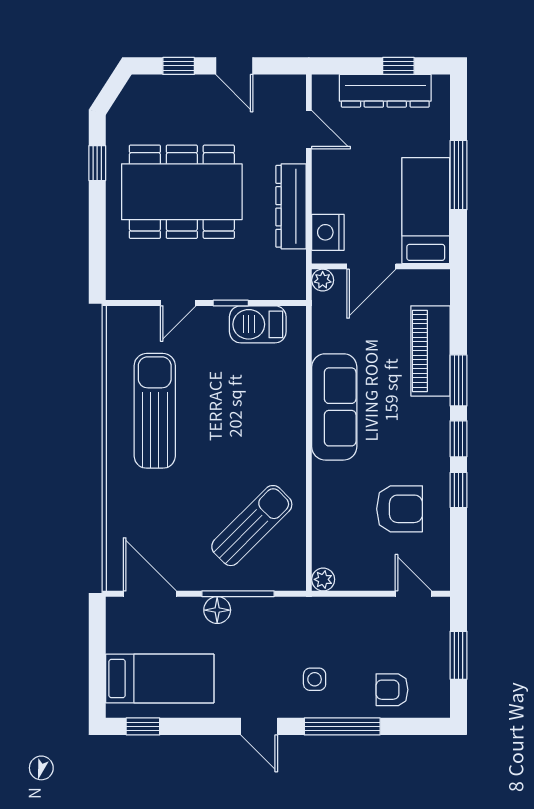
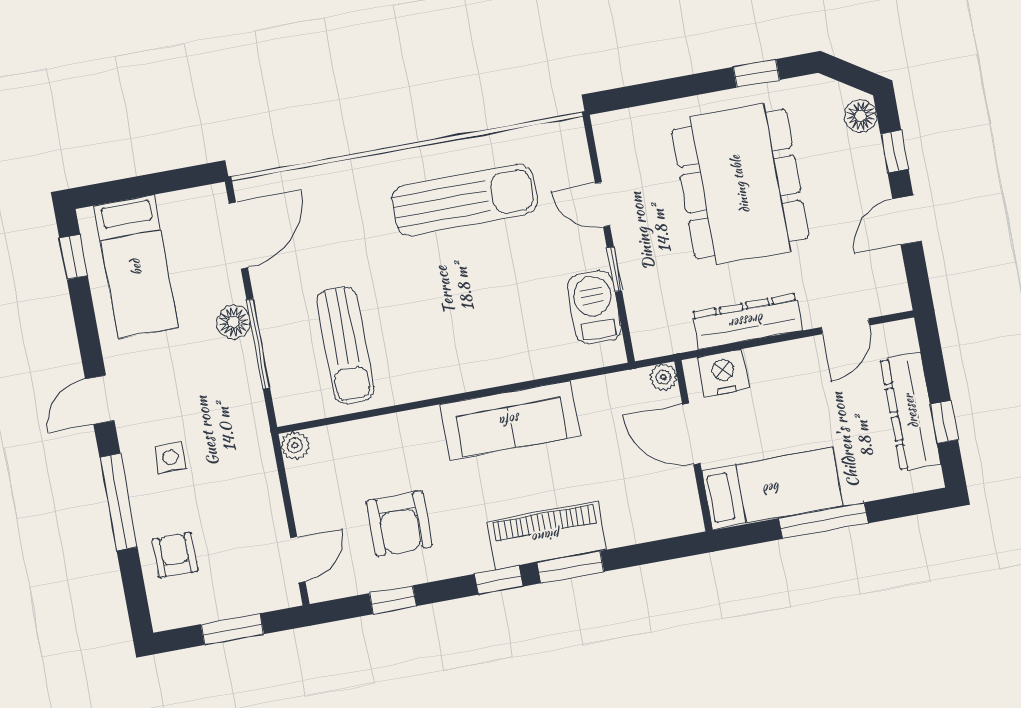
floor lamp: (146, 87) -> (861, 116), added
piano: (430, 351) -> (547, 536), moved
window: (459, 490) -> (393, 600), moved
sun lounger: (252, 526) -> (345, 345), turned 45

